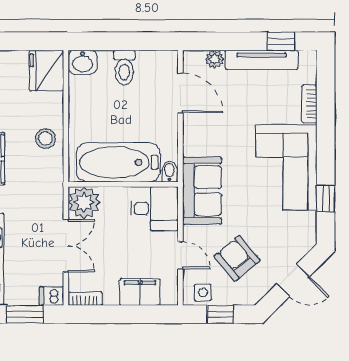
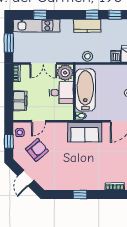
stool: (45, 139) -> (88, 56), moved
corner sofa: (286, 167) -> (83, 175), removed
sofa: (202, 191) -> (85, 132), moved
window: (326, 198) -> (80, 194), moved
desk: (154, 209) -> (61, 93), moved, turned -90
dishwasher: (52, 296) -> (116, 56), moved

